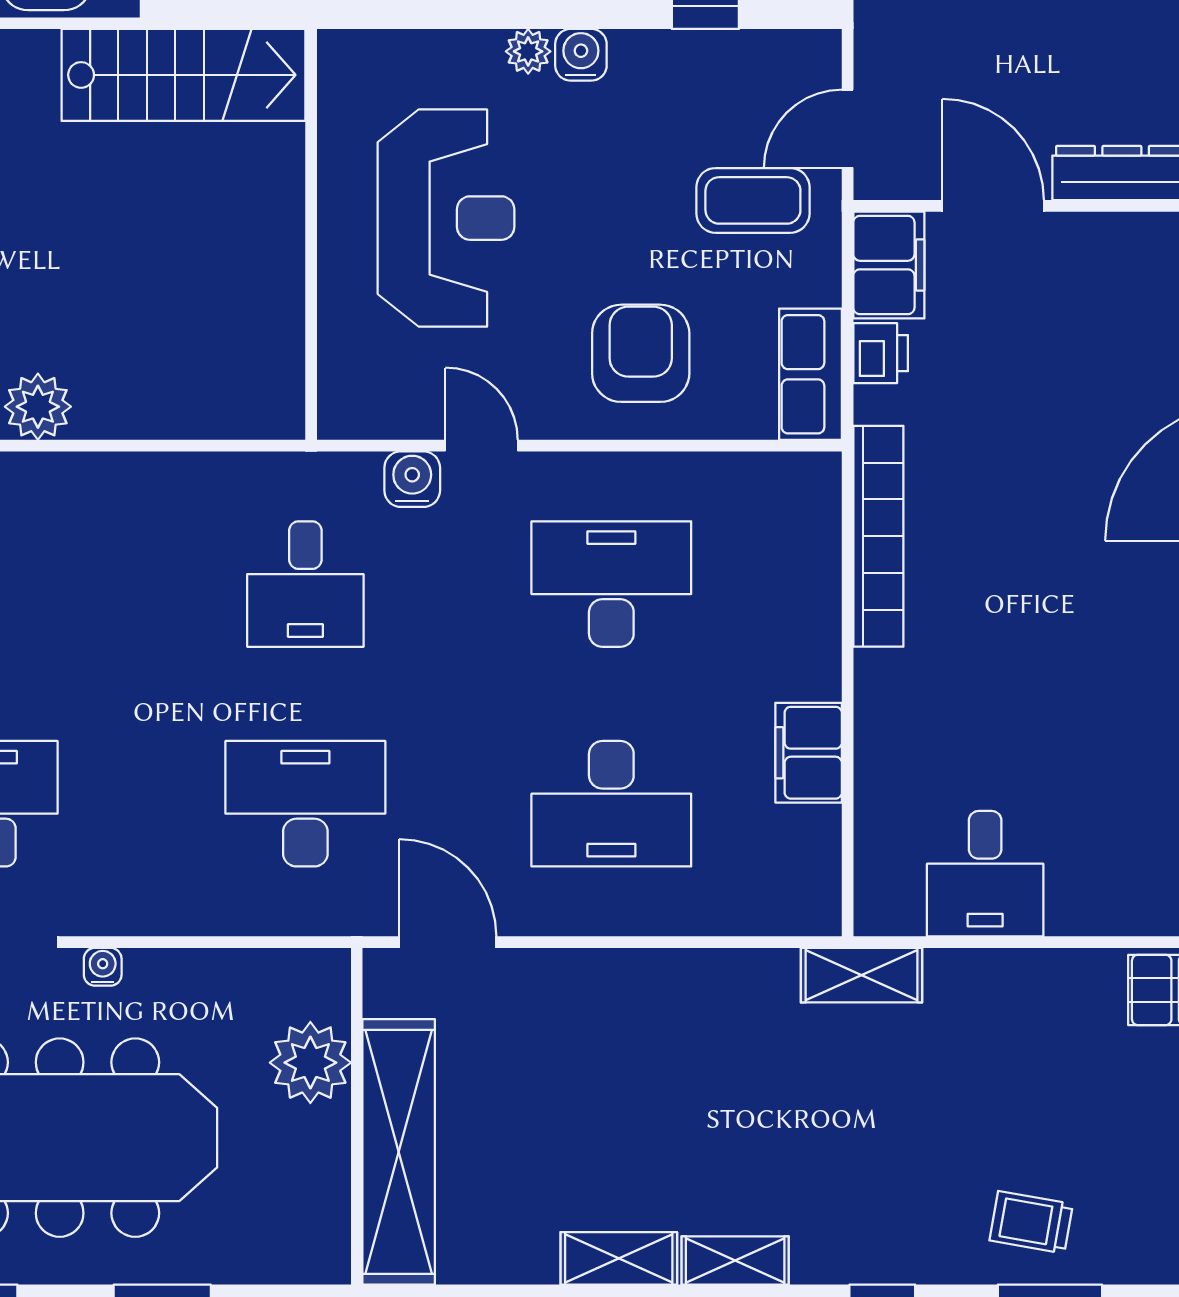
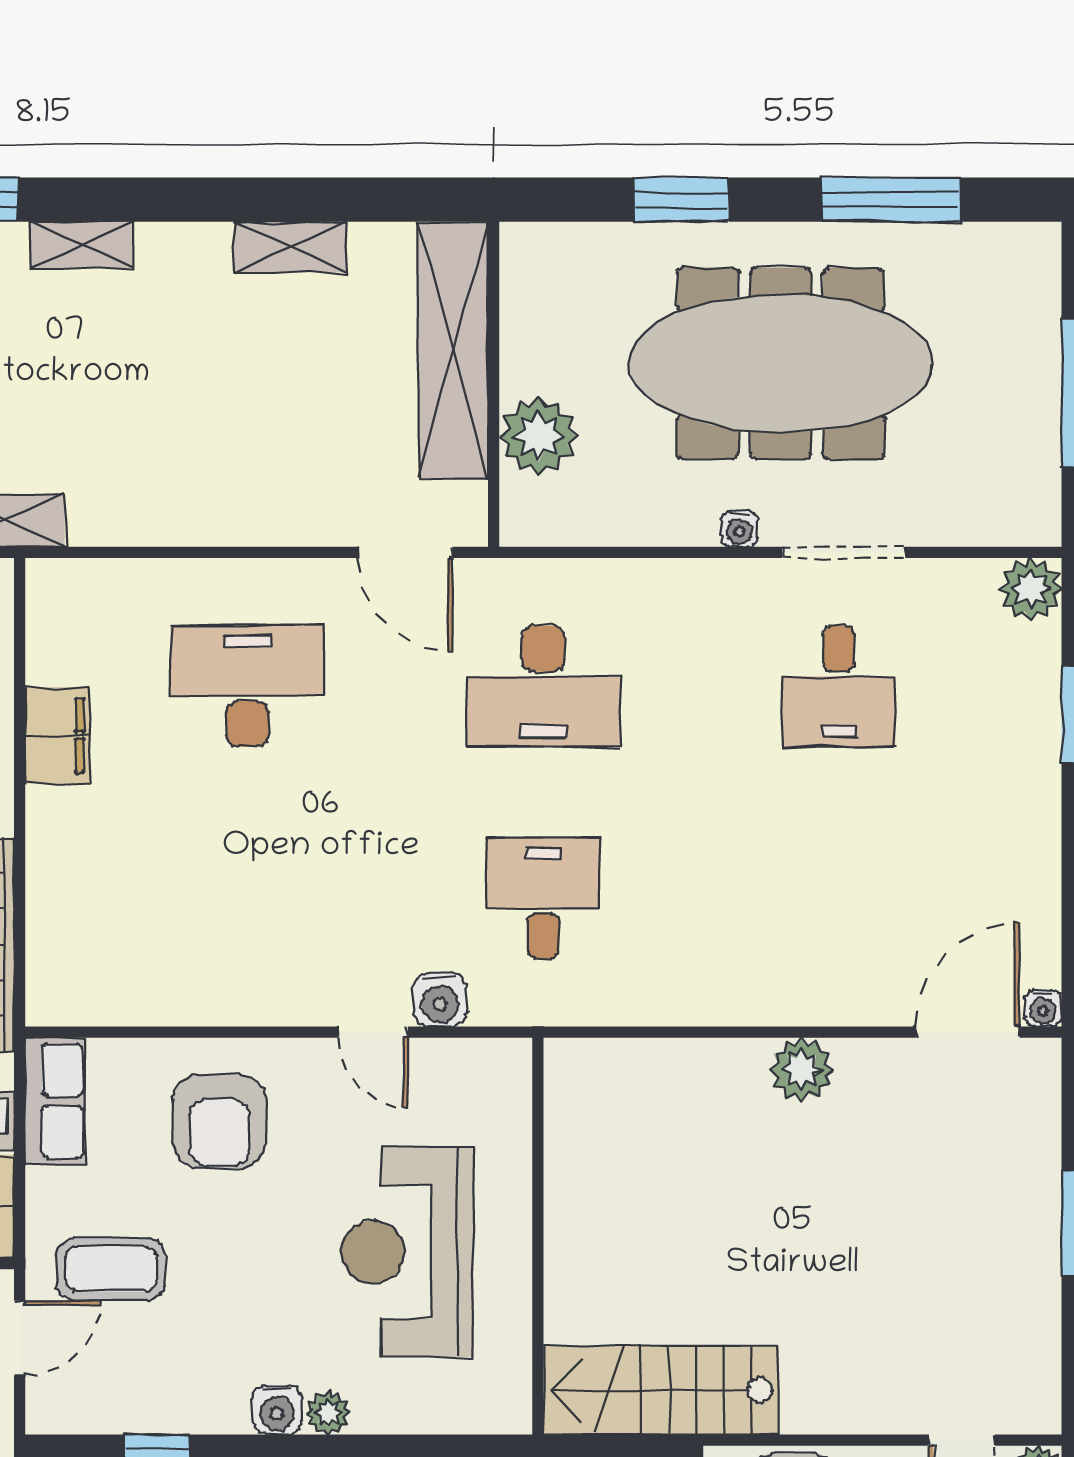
desk: (611, 584) -> (248, 898), removed
shelving: (619, 1258) -> (290, 247), moved
shelving: (735, 1260) -> (82, 245), moved

